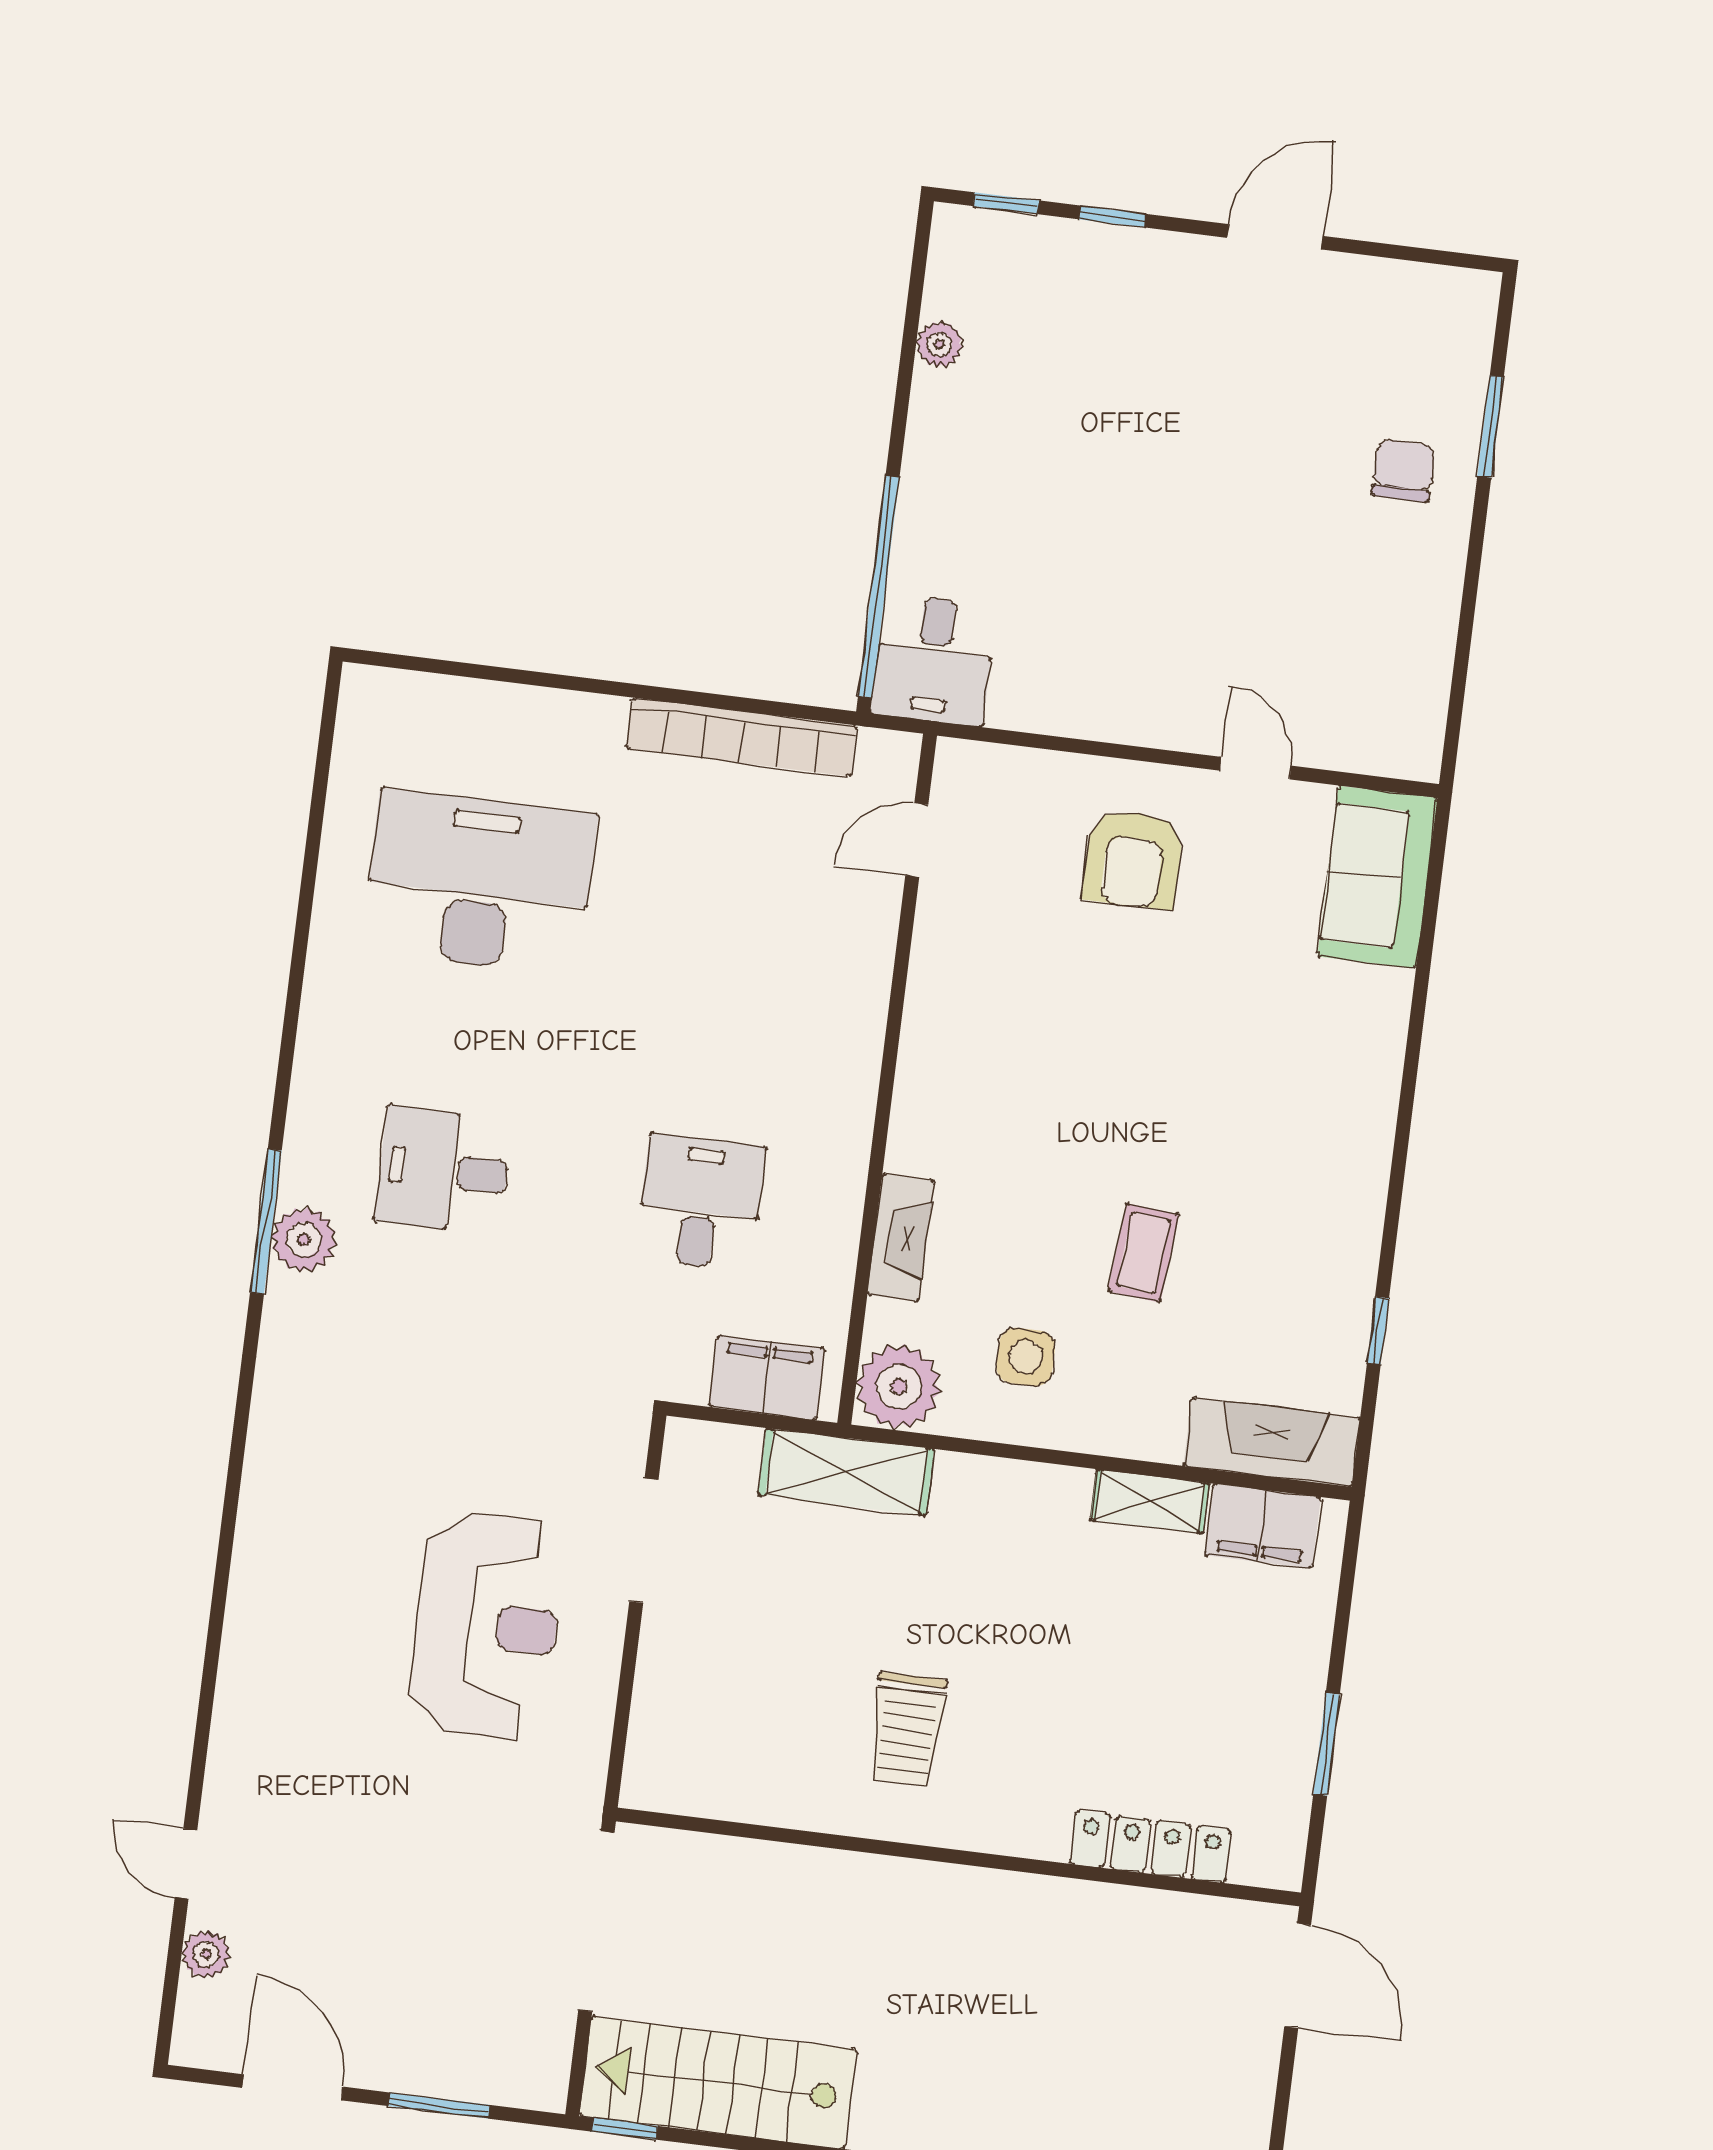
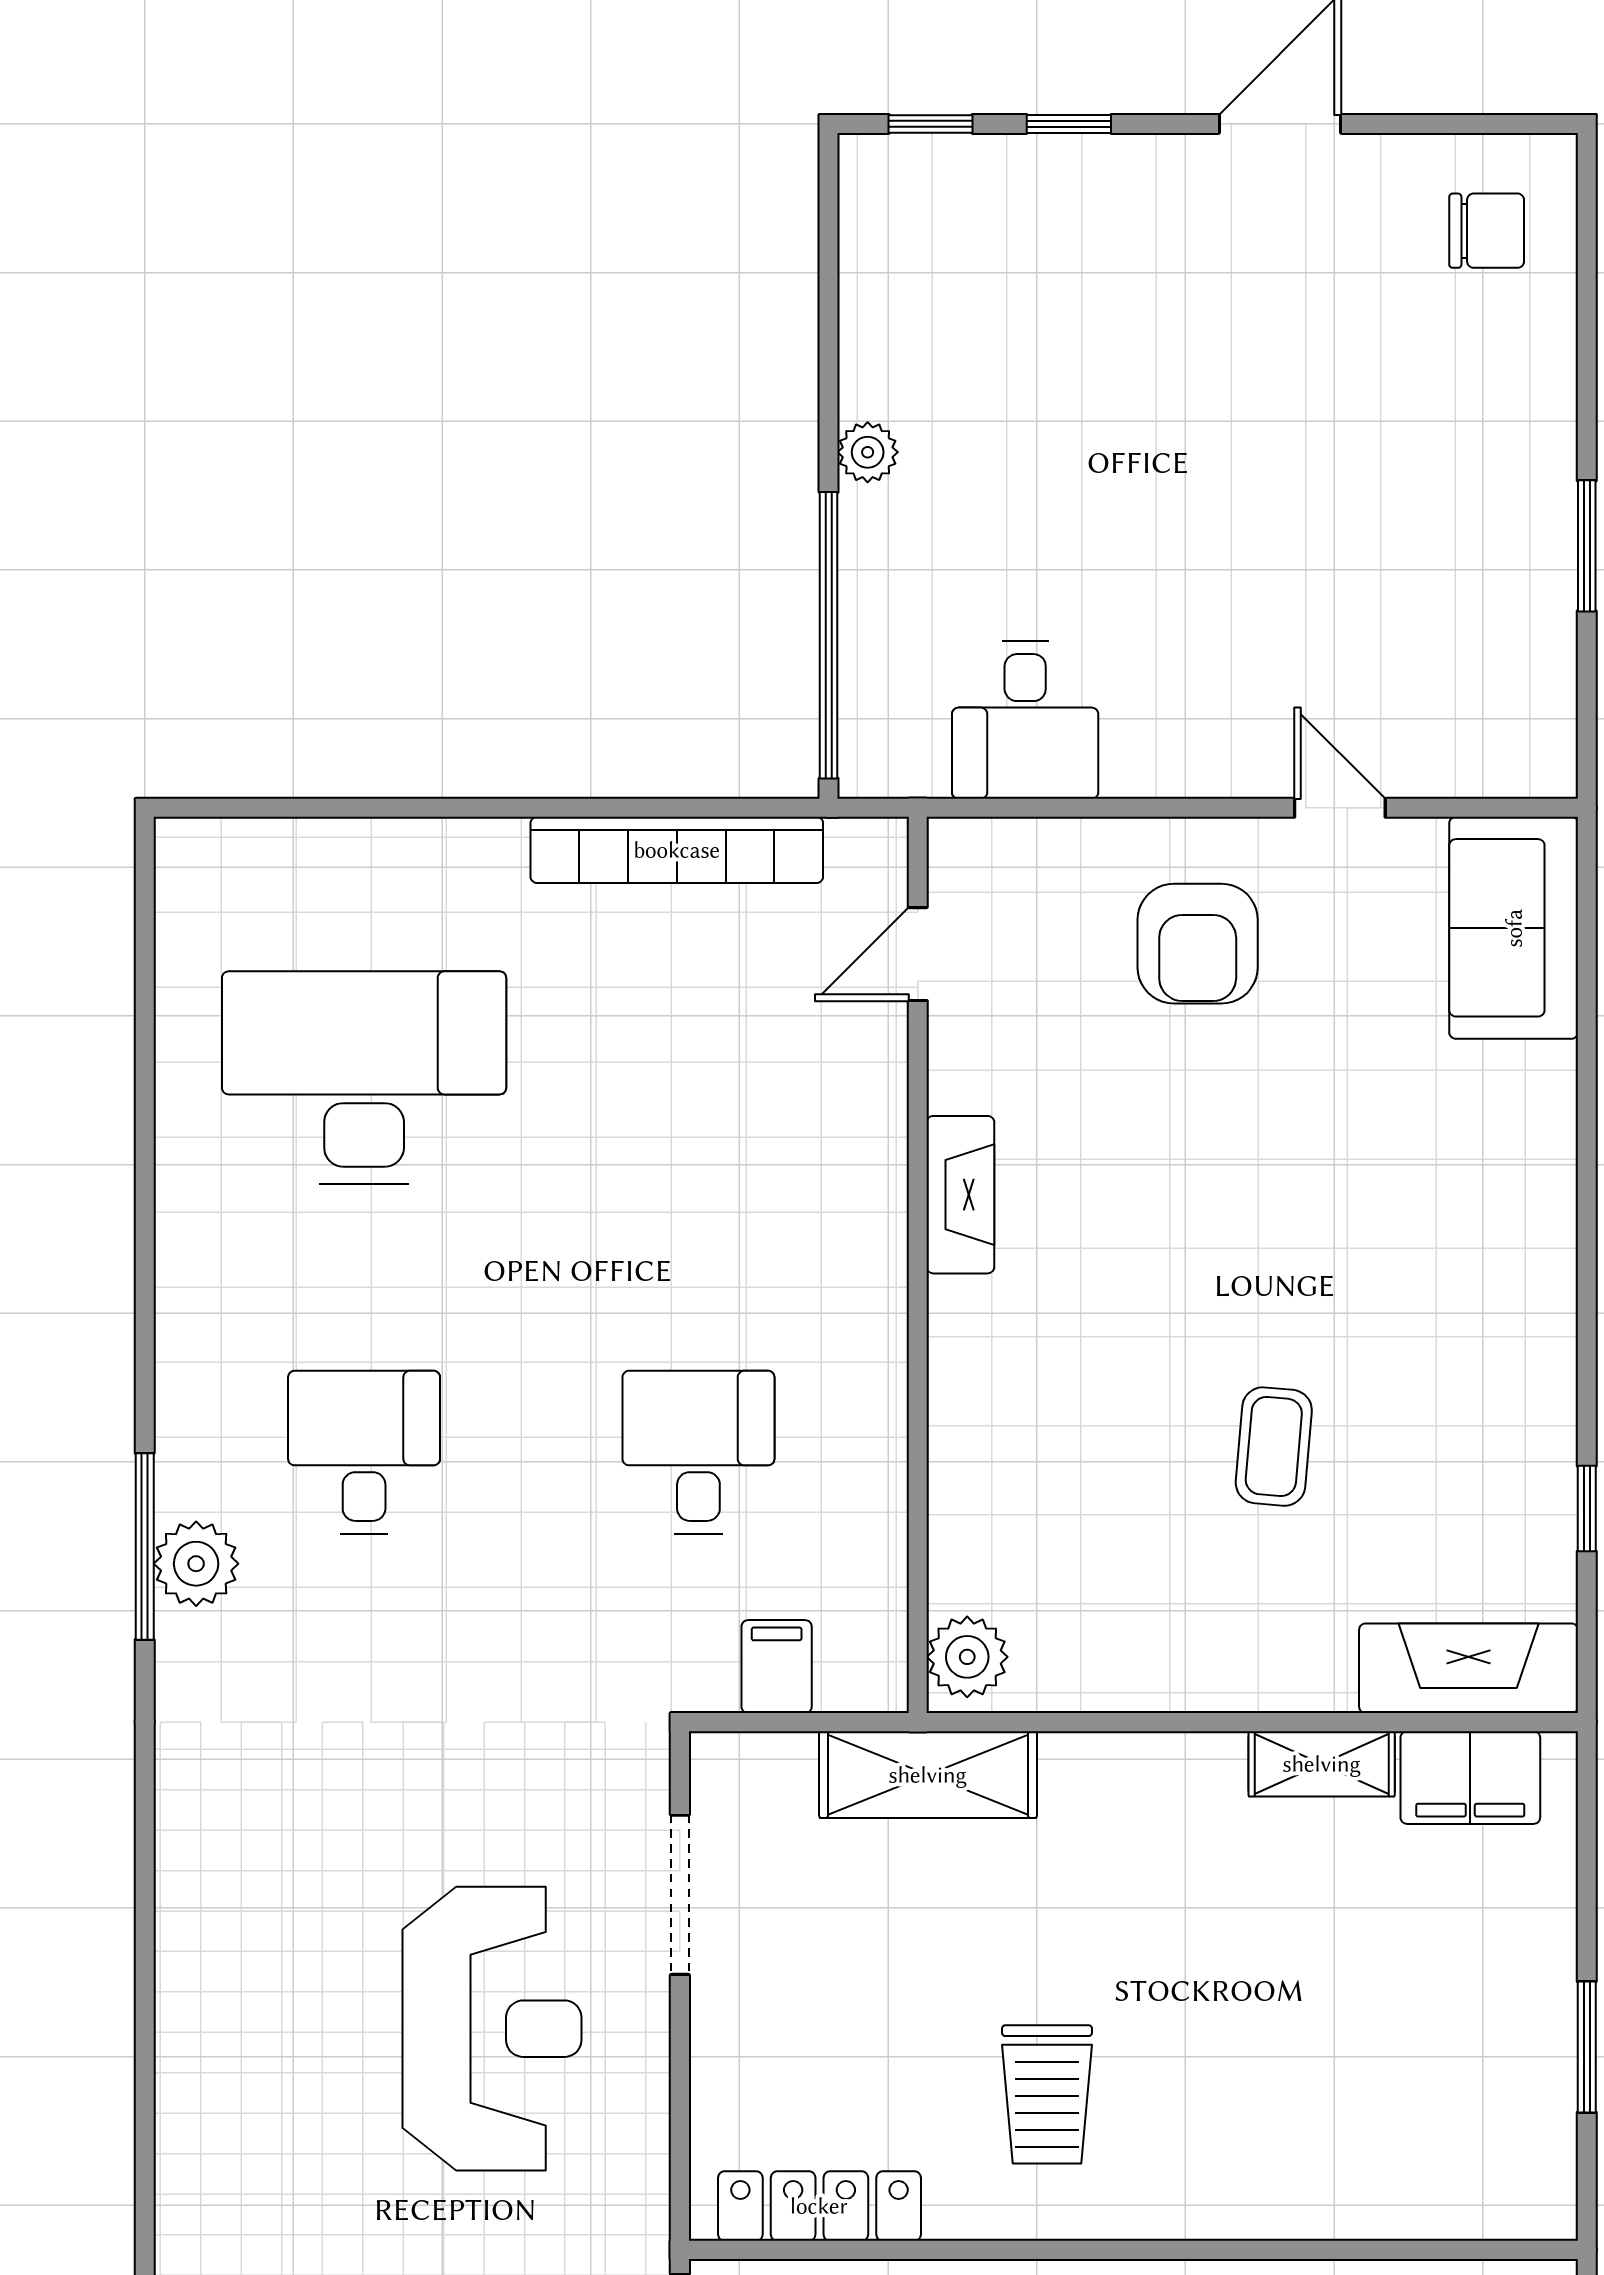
plant: (939, 345) -> (868, 452), moved
window: (1491, 427) -> (1587, 546), moved
chair: (1404, 471) -> (1487, 231), moved, turned 90
desk: (934, 660) -> (1025, 720), moved
desk: (443, 1170) -> (364, 1452), turned 90
fireplace: (901, 1238) -> (960, 1195), moved
side table: (1026, 1357) -> (1140, 1599), removed
filing cabinet: (767, 1378) -> (777, 1667), width x0.50
plant: (899, 1387) -> (967, 1657), width x0.73, depth x0.73
locker: (1151, 1847) -> (819, 2206), moved

